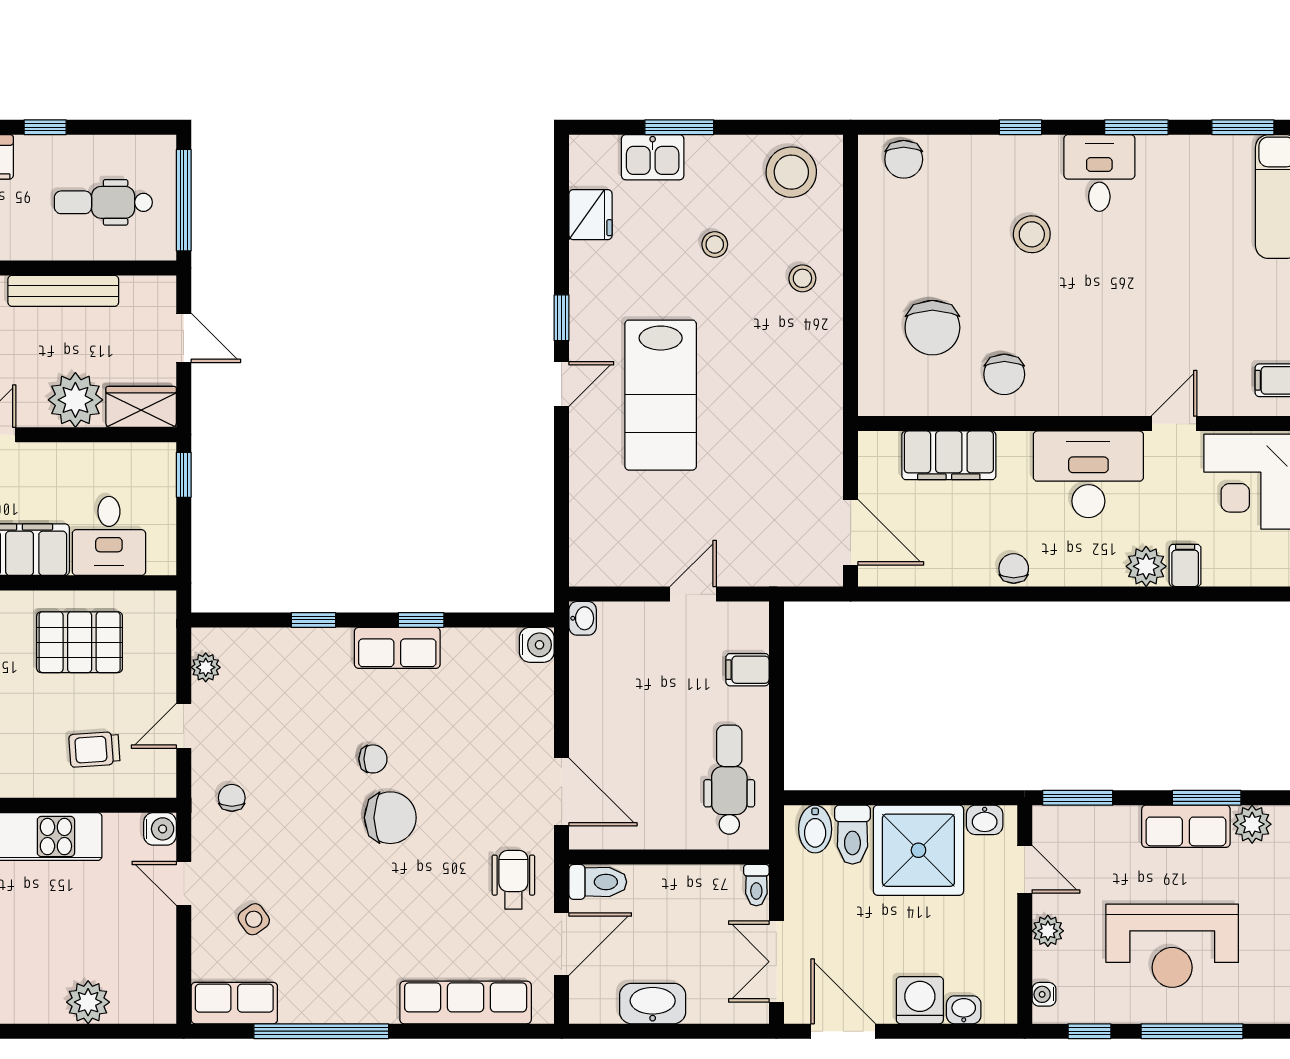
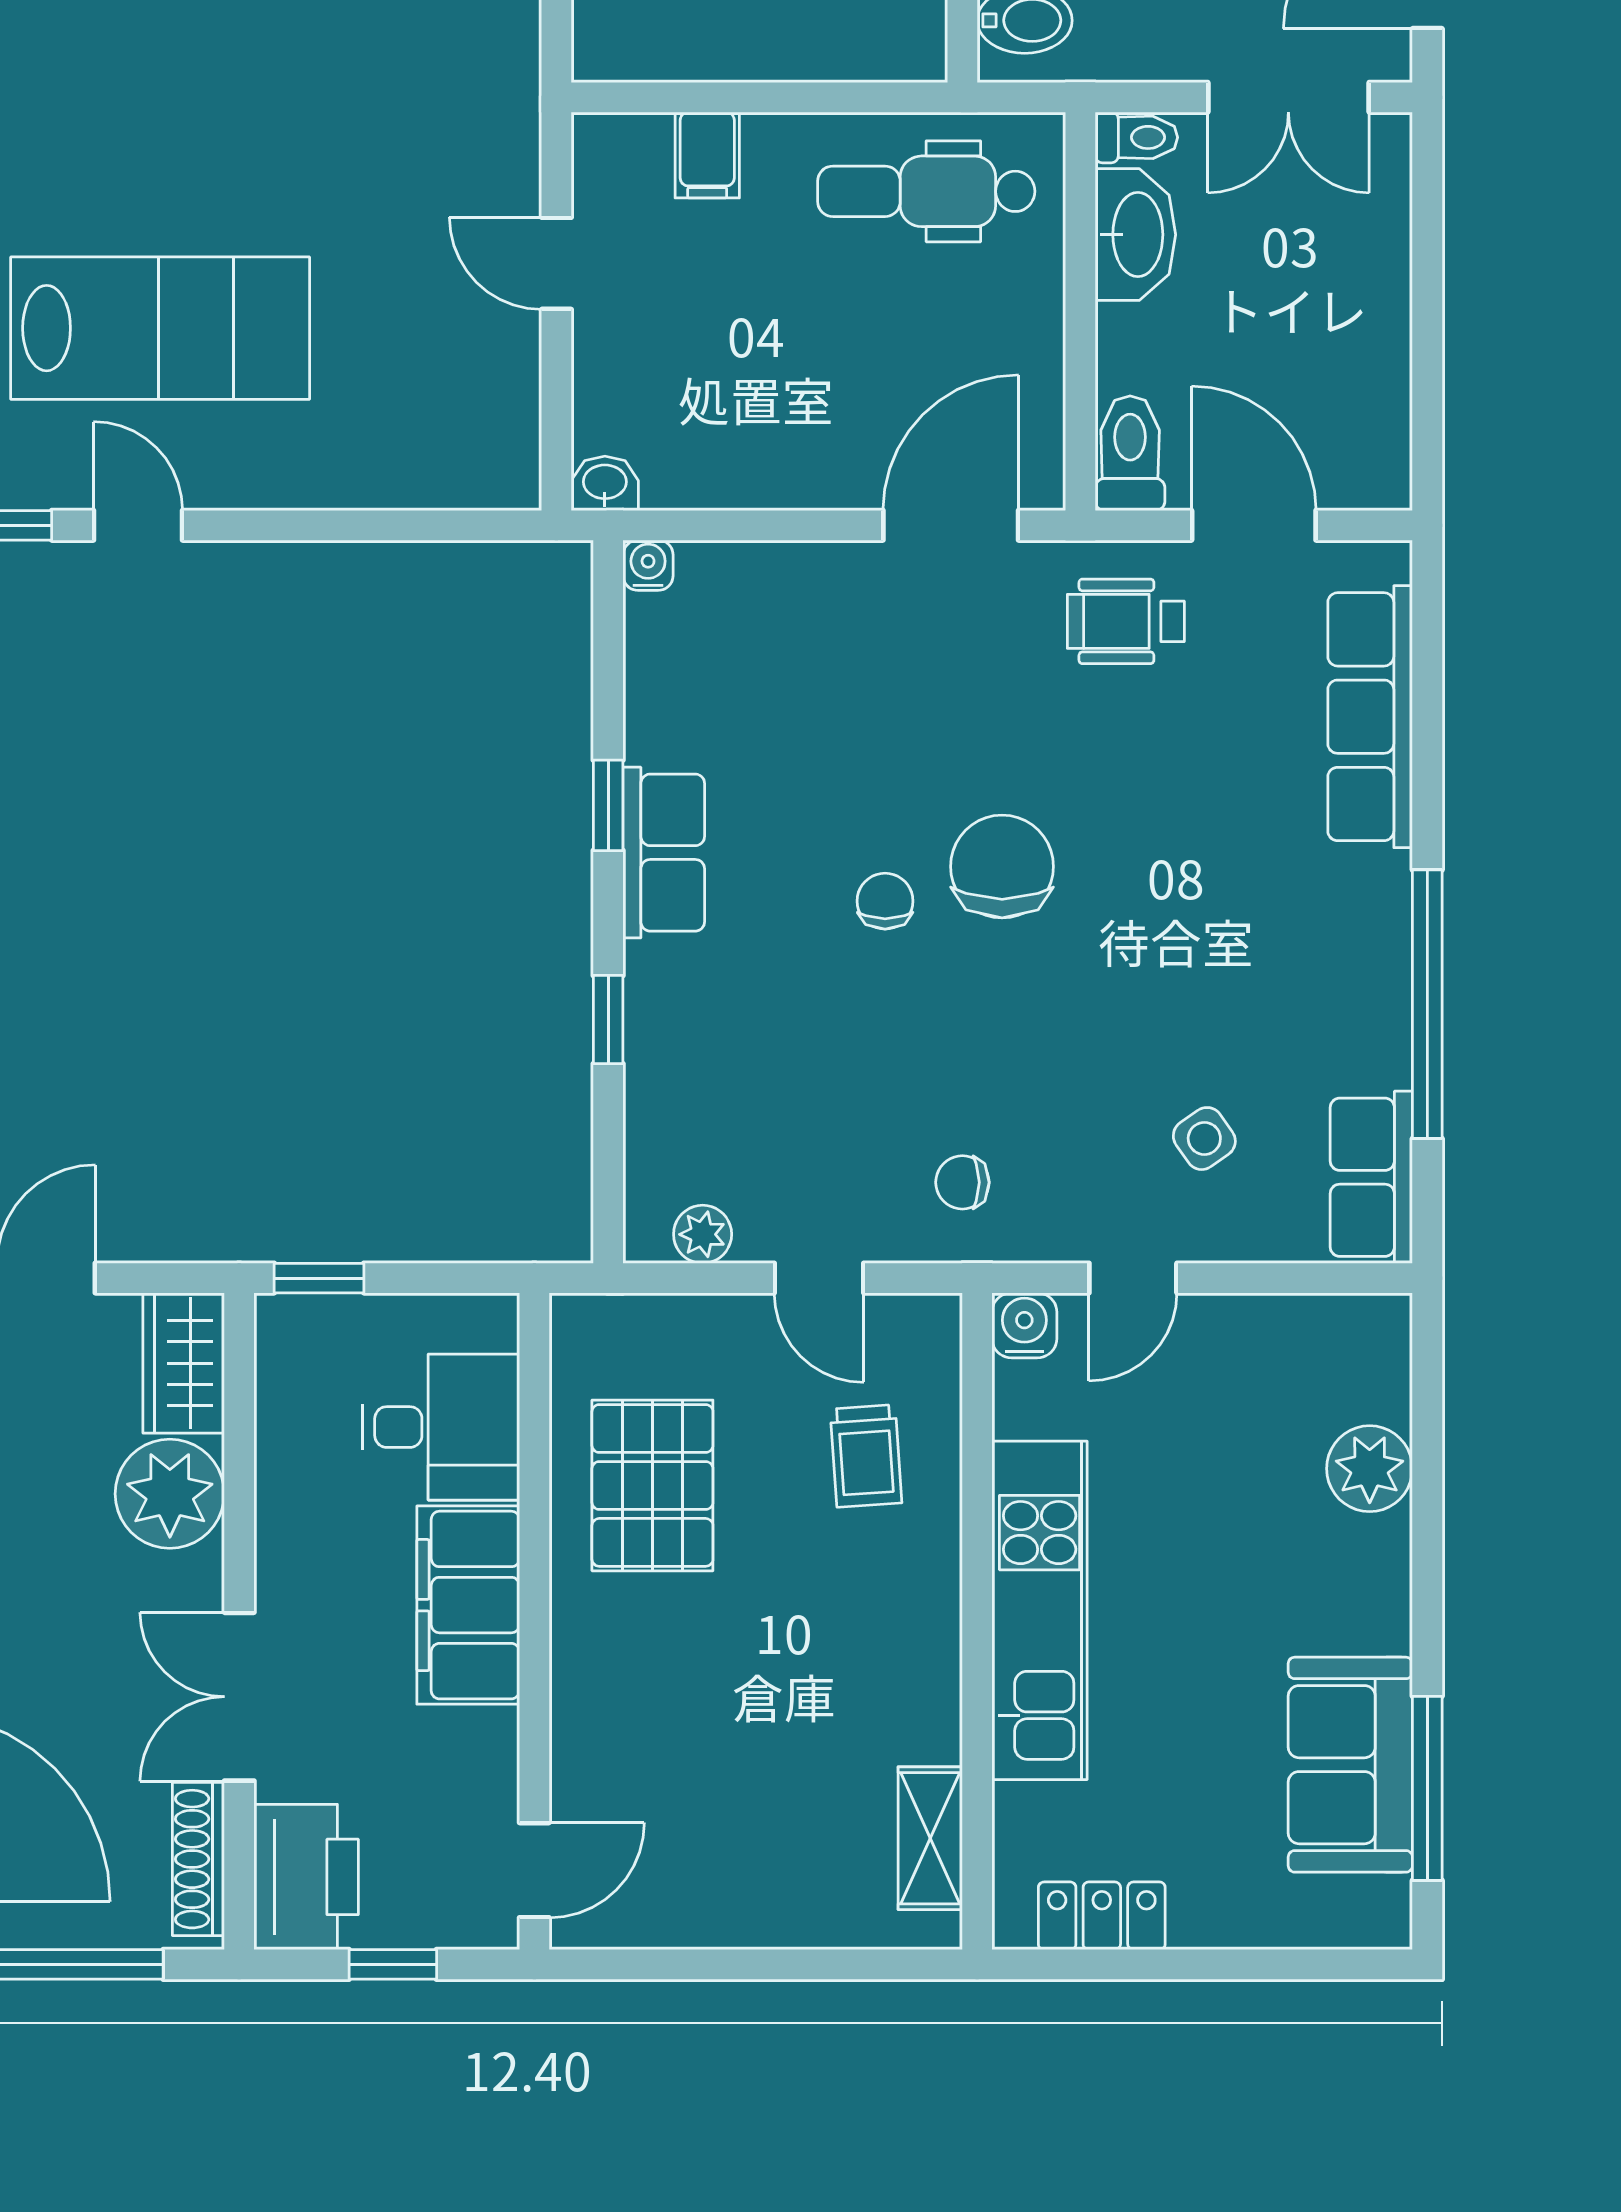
water cooler: (537, 645) -> (648, 565), width x0.72, depth x0.72
washbasin: (653, 1004) -> (1135, 235), moved, turned 180

